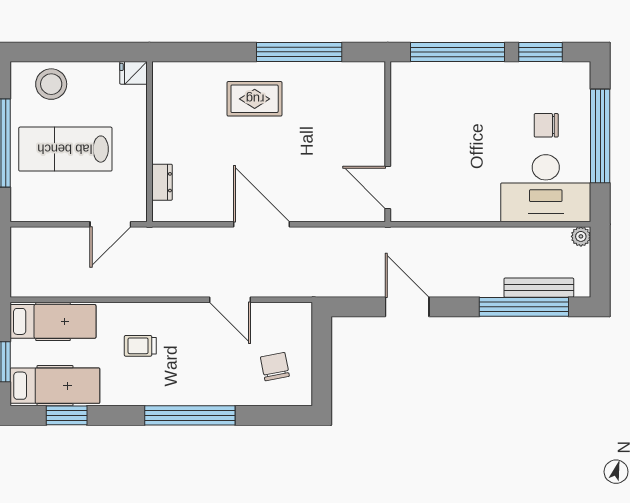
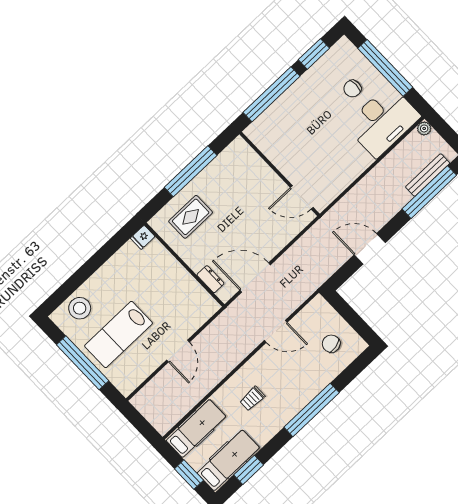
fridge: (133, 73) -> (143, 237), moved
wall: (149, 142) -> (184, 265), moved
dresser: (162, 182) -> (210, 279), moved

